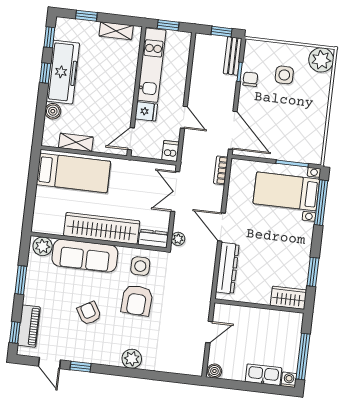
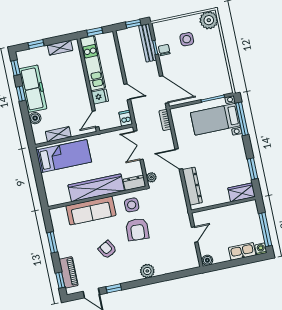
bench: (233, 56) -> (148, 43), width x1.36
plant: (43, 246) -> (59, 214), removed

